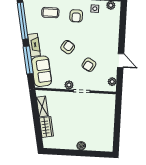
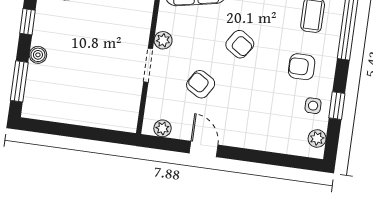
door: (121, 61) -> (204, 149), swing flipped
window: (65, 152) -> (28, 22), added
window: (95, 154) -> (19, 81), added

